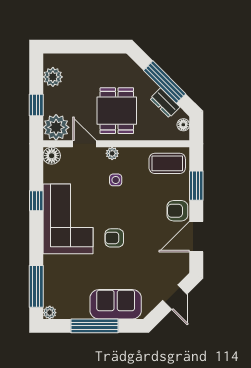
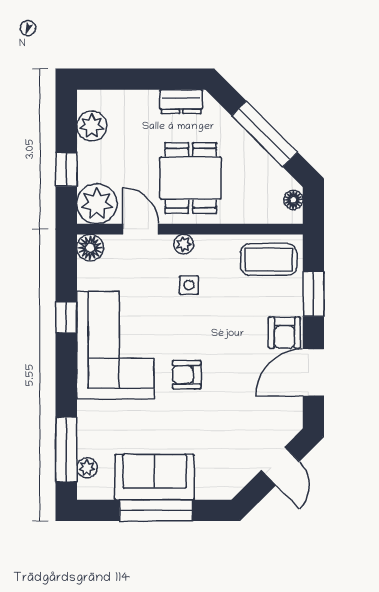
dresser: (165, 103) -> (181, 102), moved, turned -45
armchair: (177, 211) -> (284, 333), turned -90
sofa: (116, 304) -> (155, 477), moved
plant: (50, 313) -> (87, 468), moved

